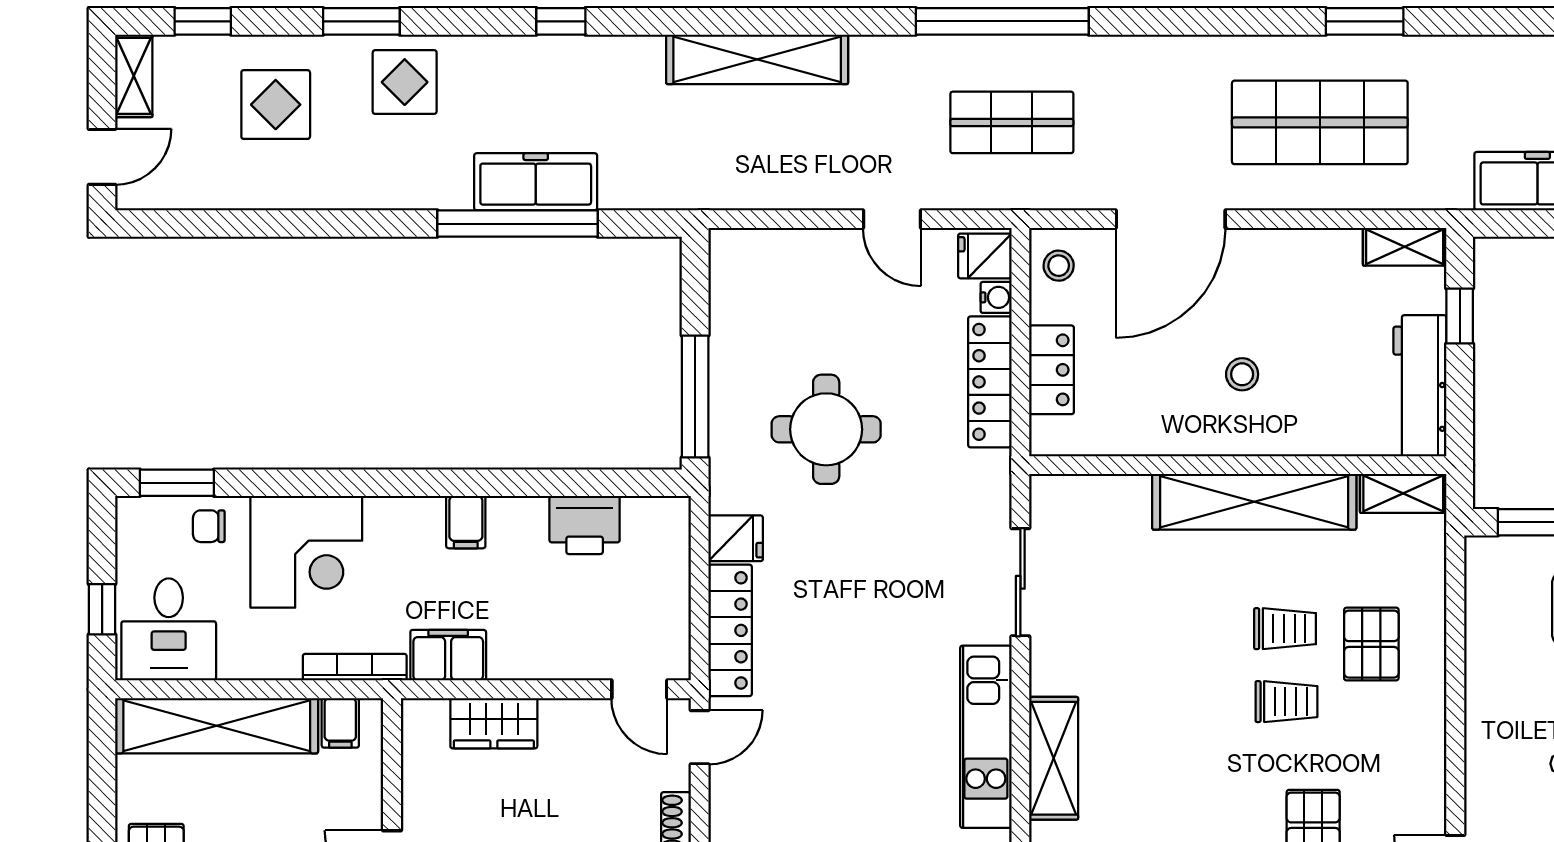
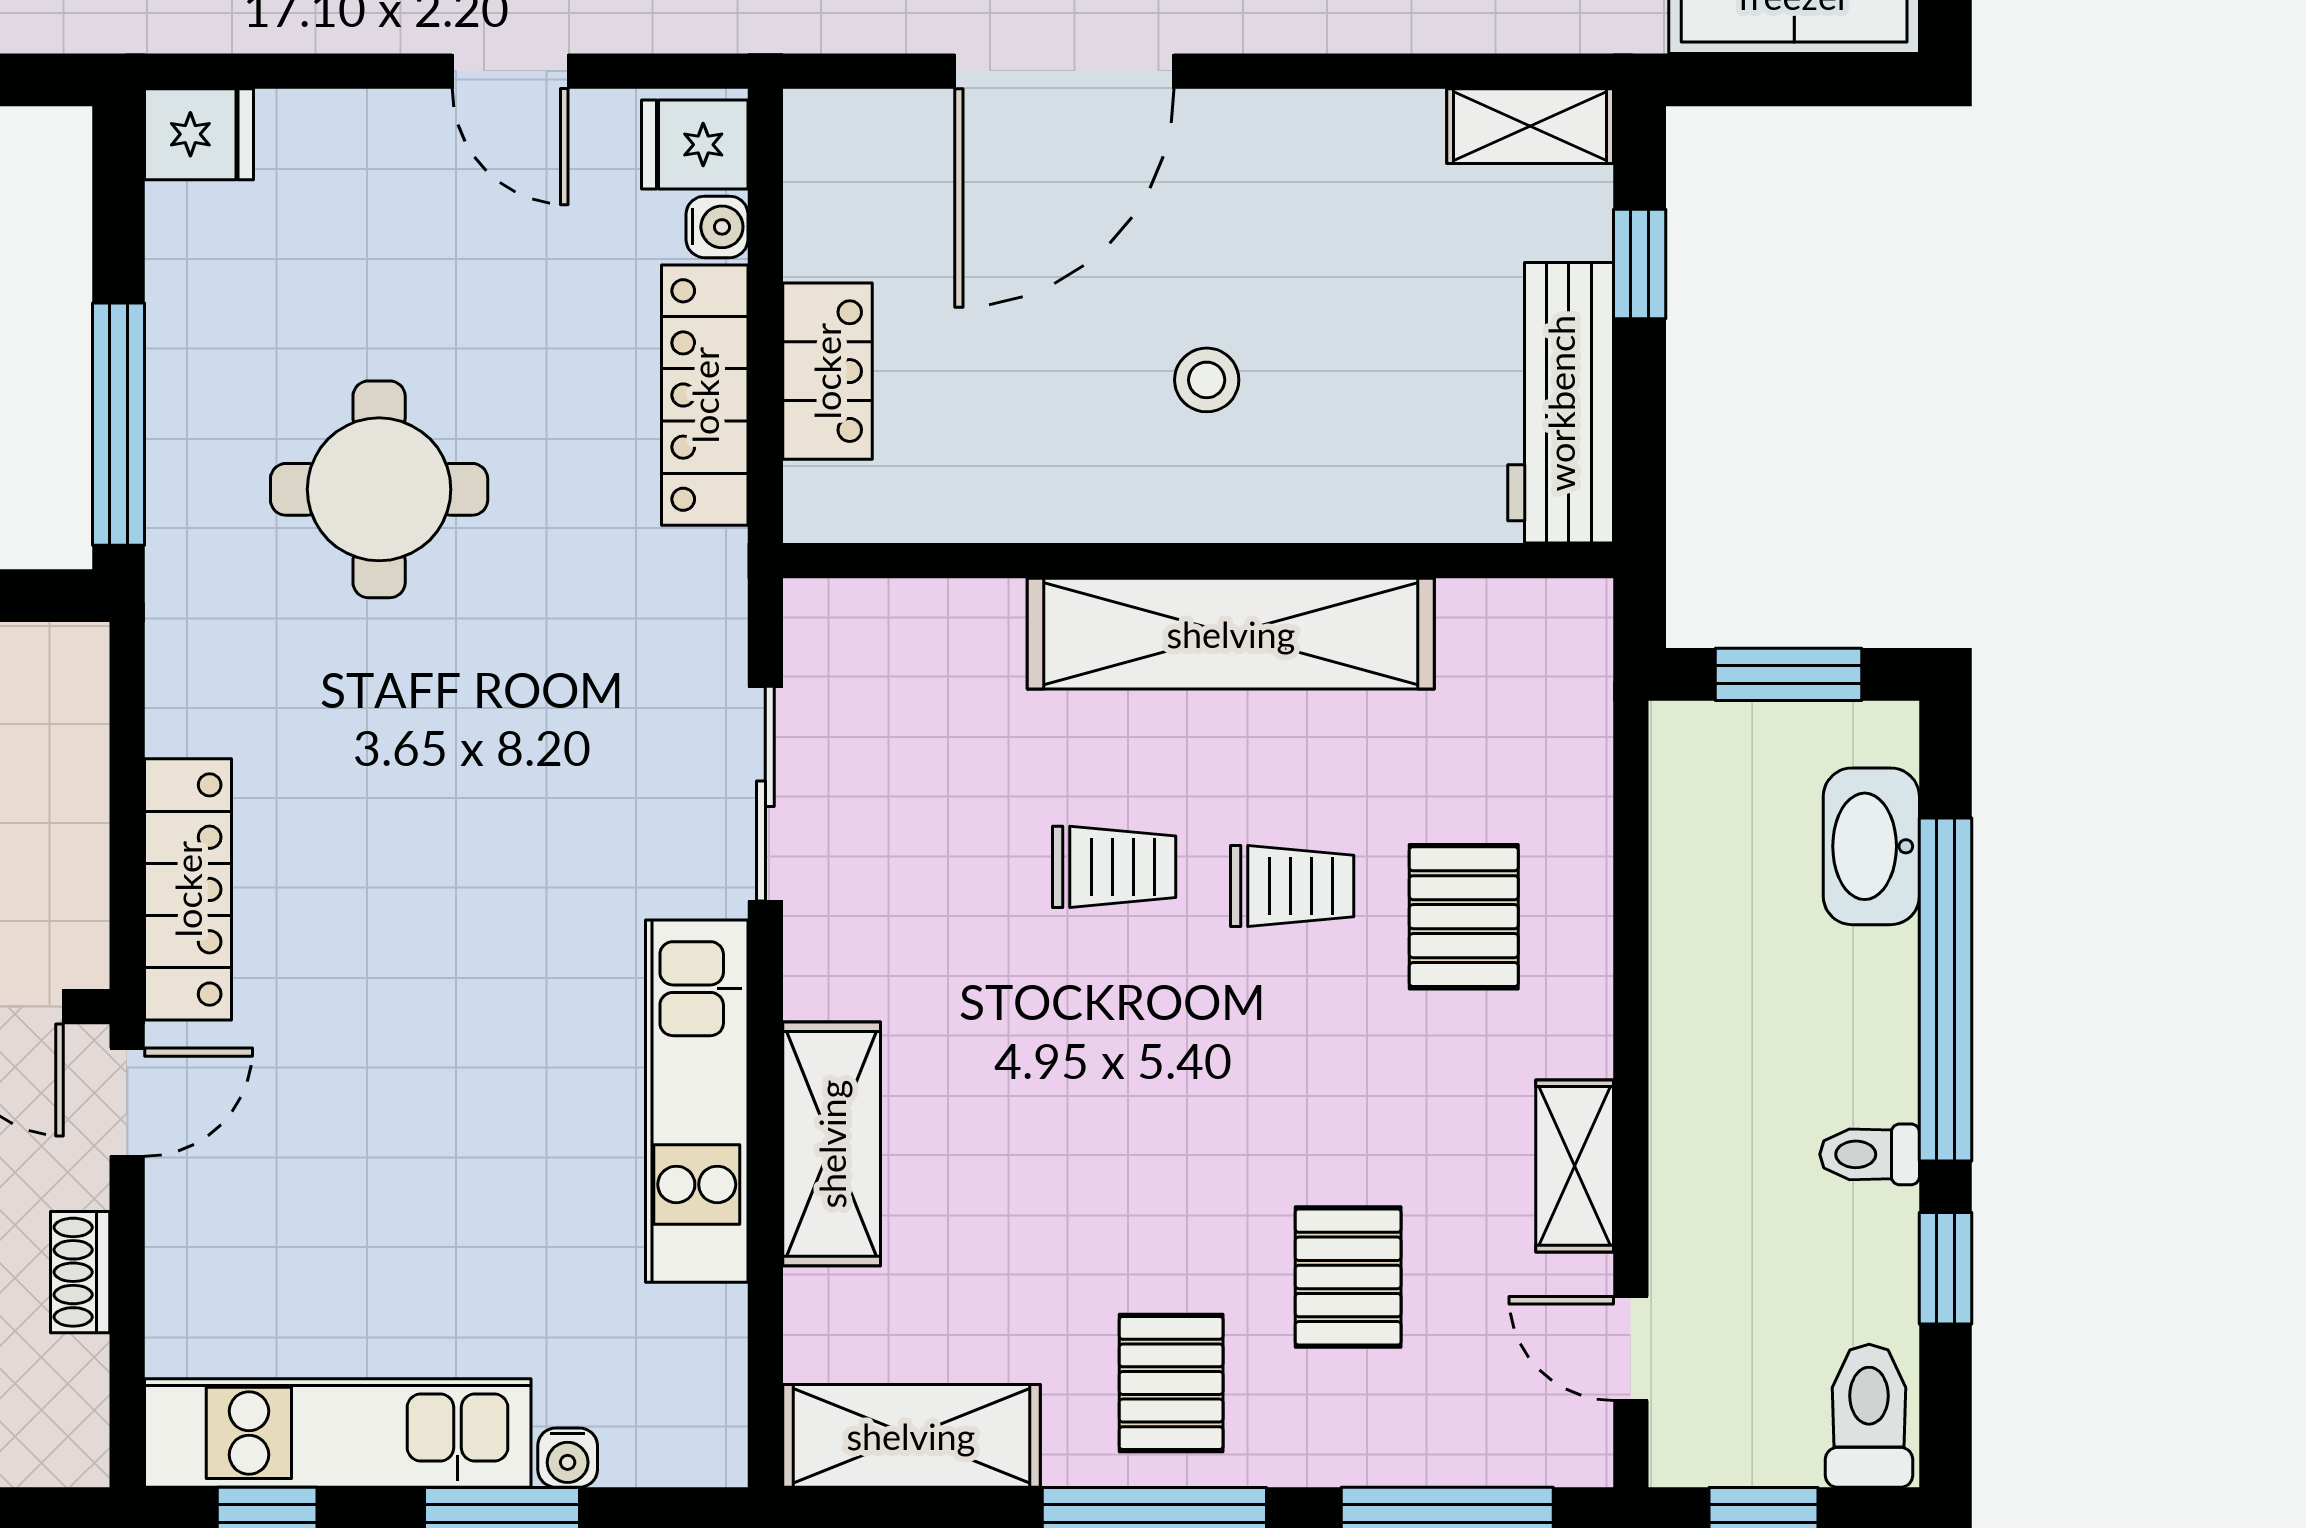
stool: (1059, 266) -> (842, 164), removed
shelving: (1403, 493) -> (1575, 1166), moved, turned 90
fridge: (736, 538) -> (199, 134), moved
trolley: (1286, 702) -> (1114, 867), moved

